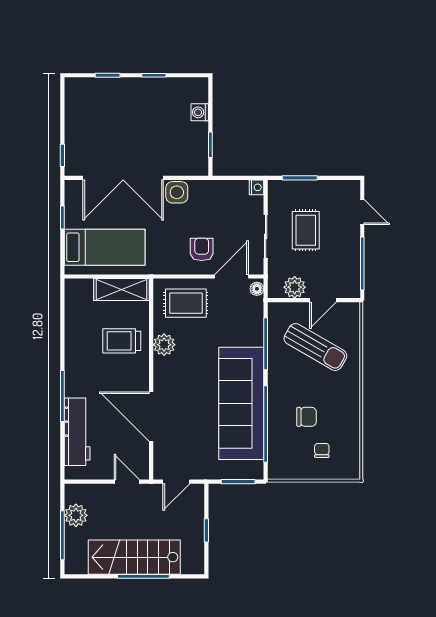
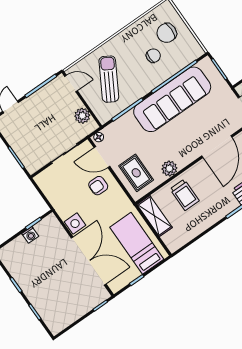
washing machine: (200, 112) -> (30, 235), moved
nightstand: (257, 187) -> (39, 179), removed
rug: (306, 230) -> (44, 133), removed
door: (323, 300) -> (71, 83), moved
chair: (307, 417) -> (153, 56), turned 90
chair: (322, 450) -> (167, 33), width x1.87, depth x1.87

